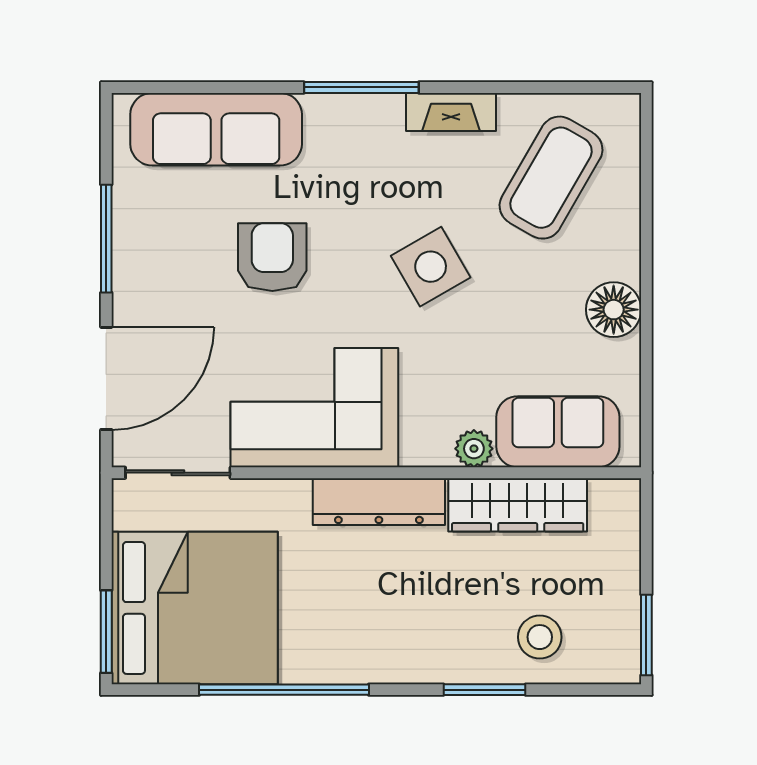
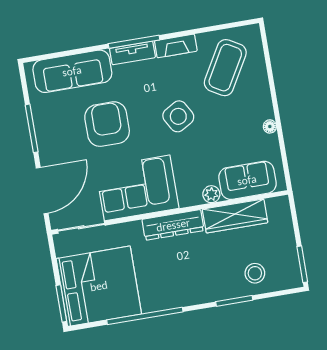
tv unit: (354, 111) -> (132, 53), added
armchair: (272, 257) -> (107, 124), width x1.36, depth x1.36
floor lamp: (614, 310) -> (270, 126), width x0.53, depth x0.53

